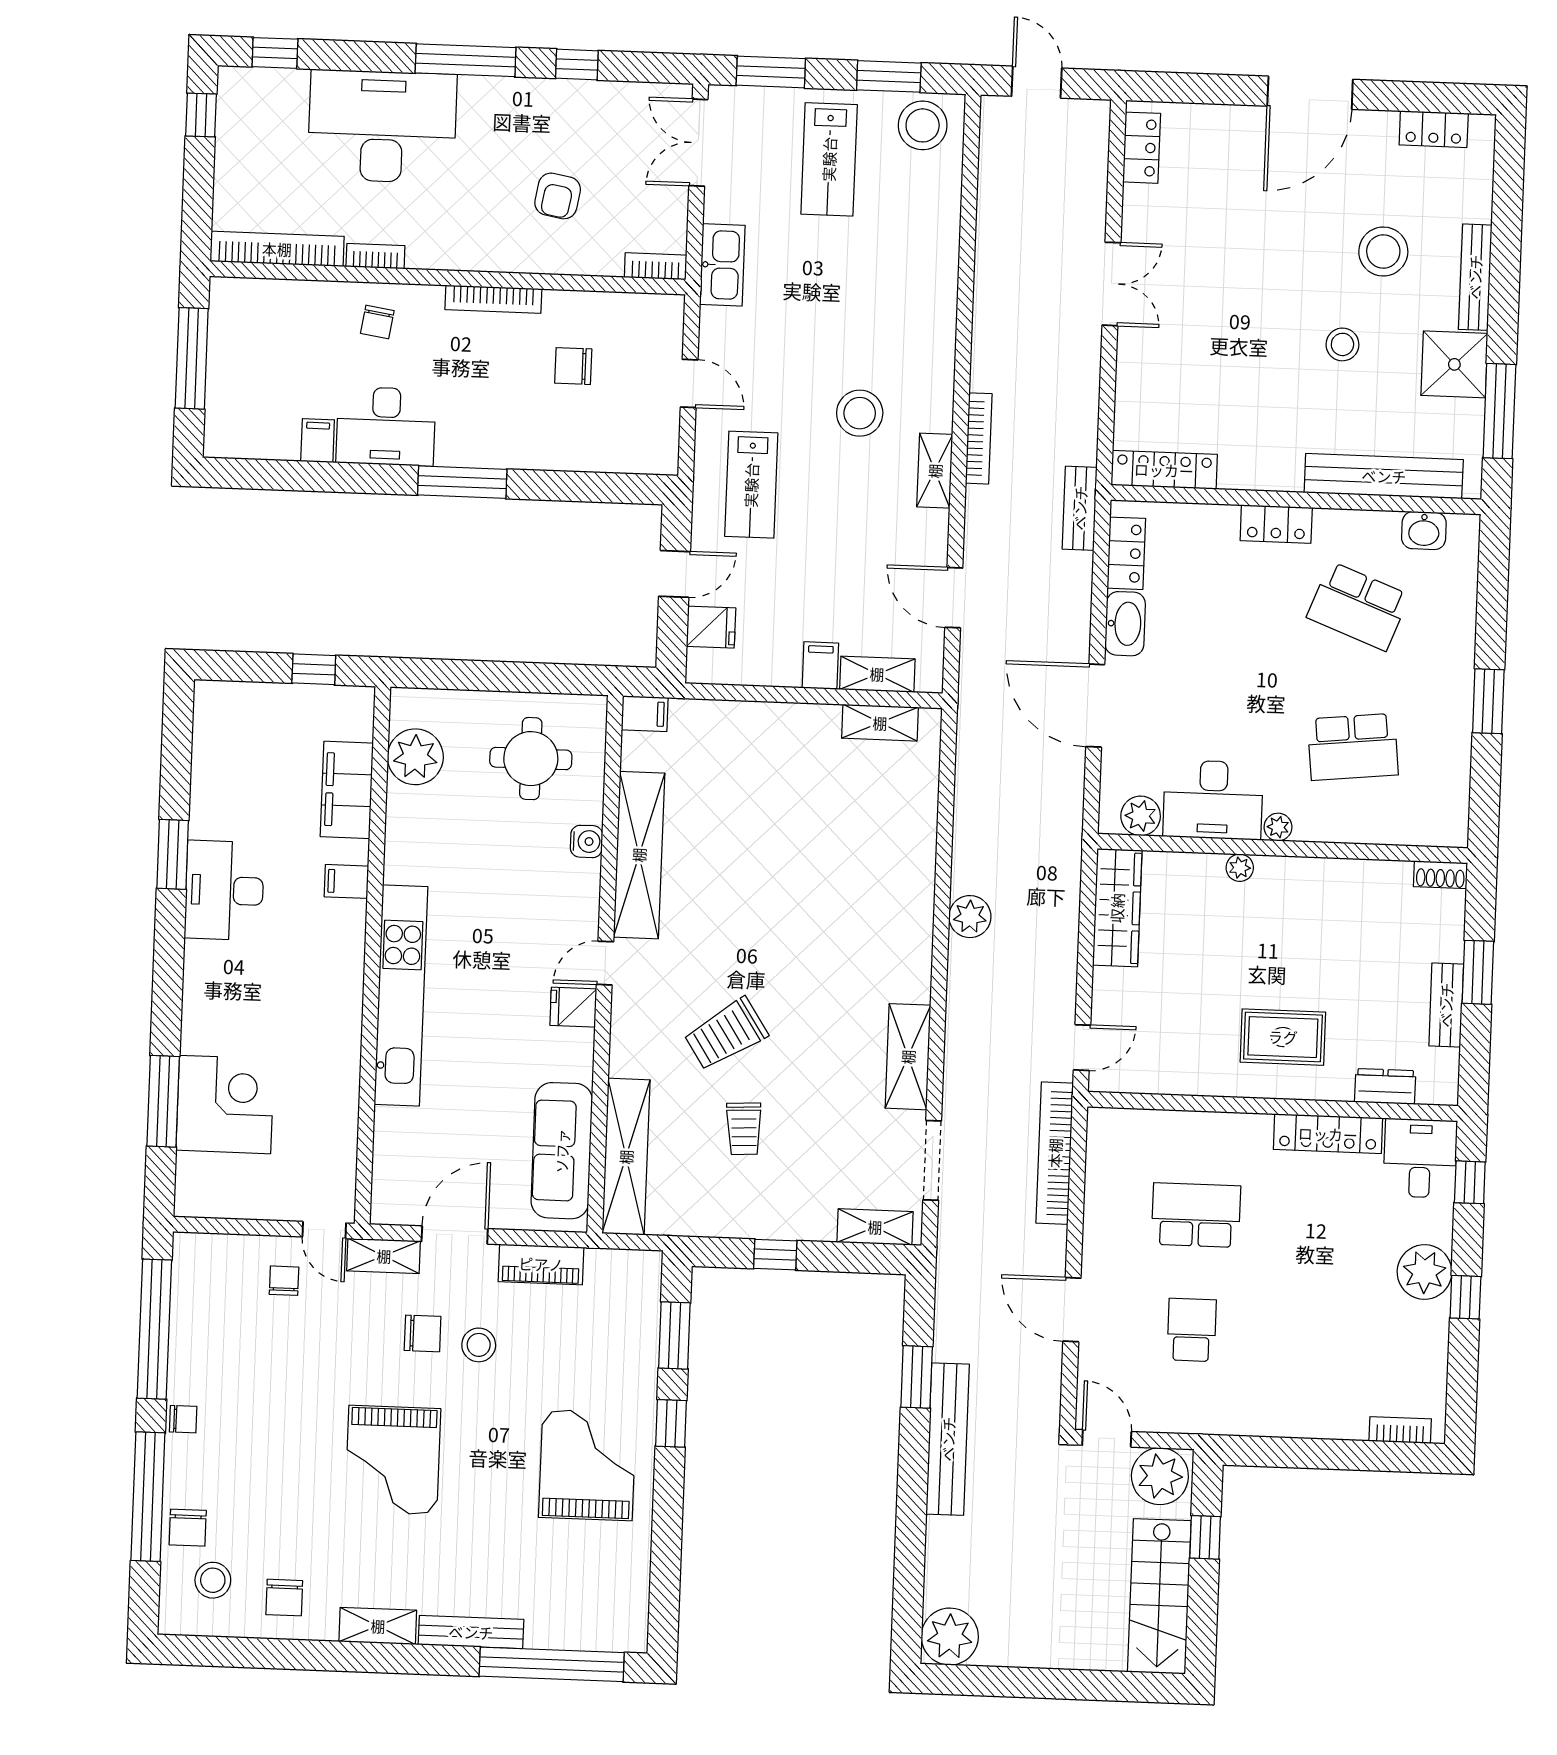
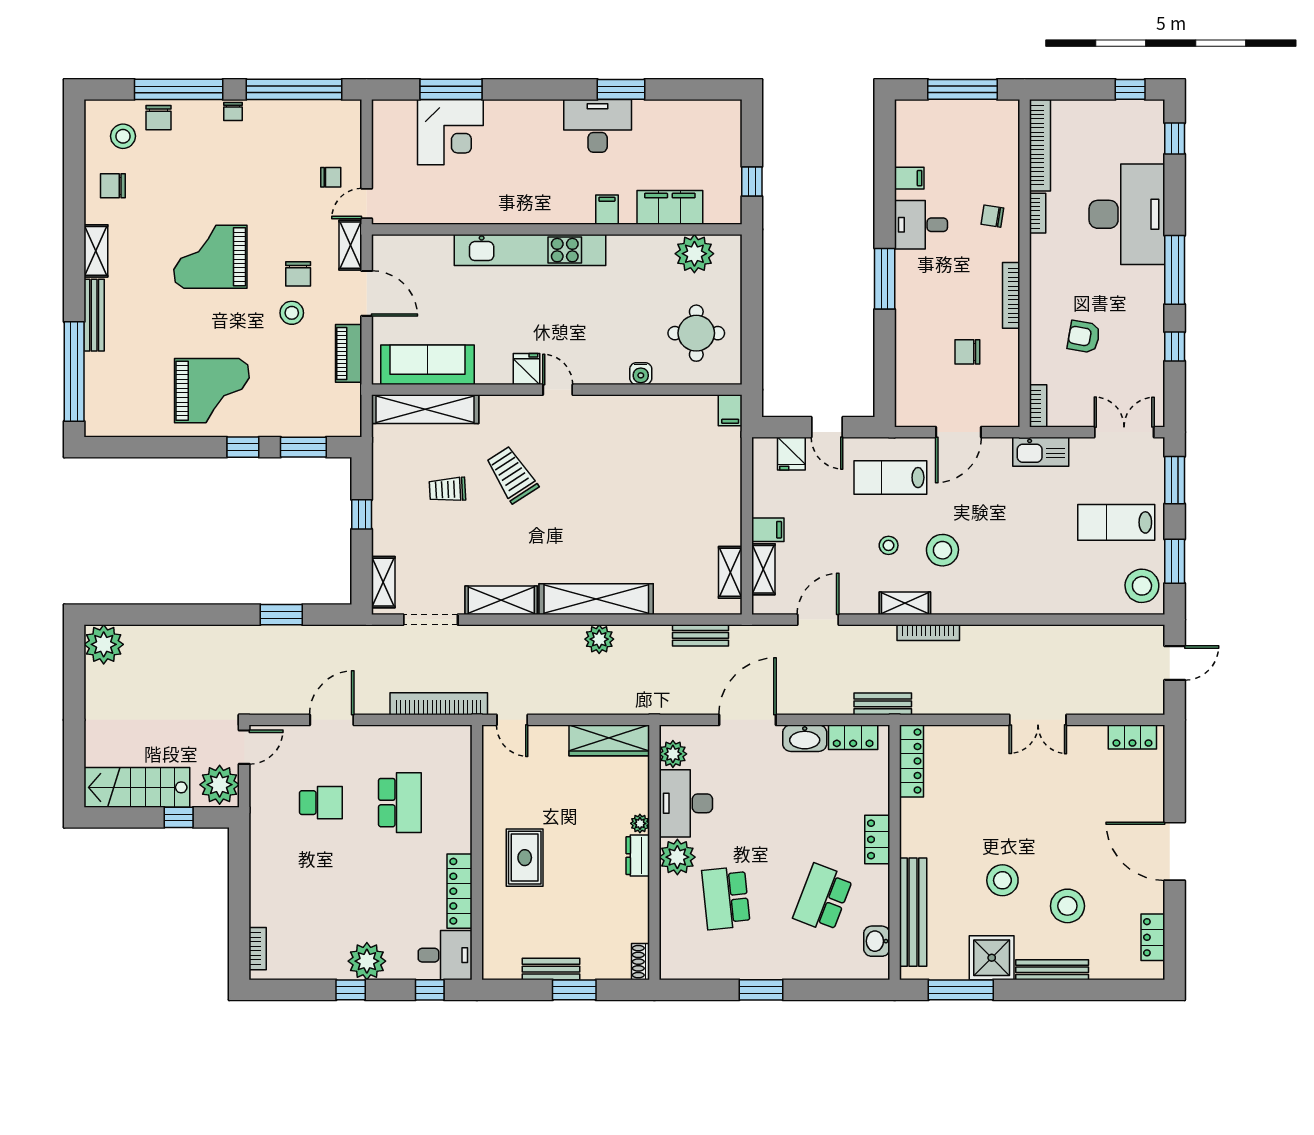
stool: (1342, 344) -> (1002, 880), width x1.38, depth x1.38
chair: (573, 366) -> (967, 352), turned -90
door: (689, 383) -> (958, 432), width x1.38
desk: (386, 426) -> (921, 225), width x0.73
stool: (850, 491) -> (889, 545), added
plant: (1278, 827) -> (677, 857), width x1.87, depth x1.87
shelving: (639, 855) -> (596, 599), moved
dresser: (1385, 1086) -> (638, 856), moved, turned 180
bench: (948, 1439) -> (700, 635), moved, width x0.54, depth x0.82
chair: (188, 1528) -> (158, 118), turned -90

